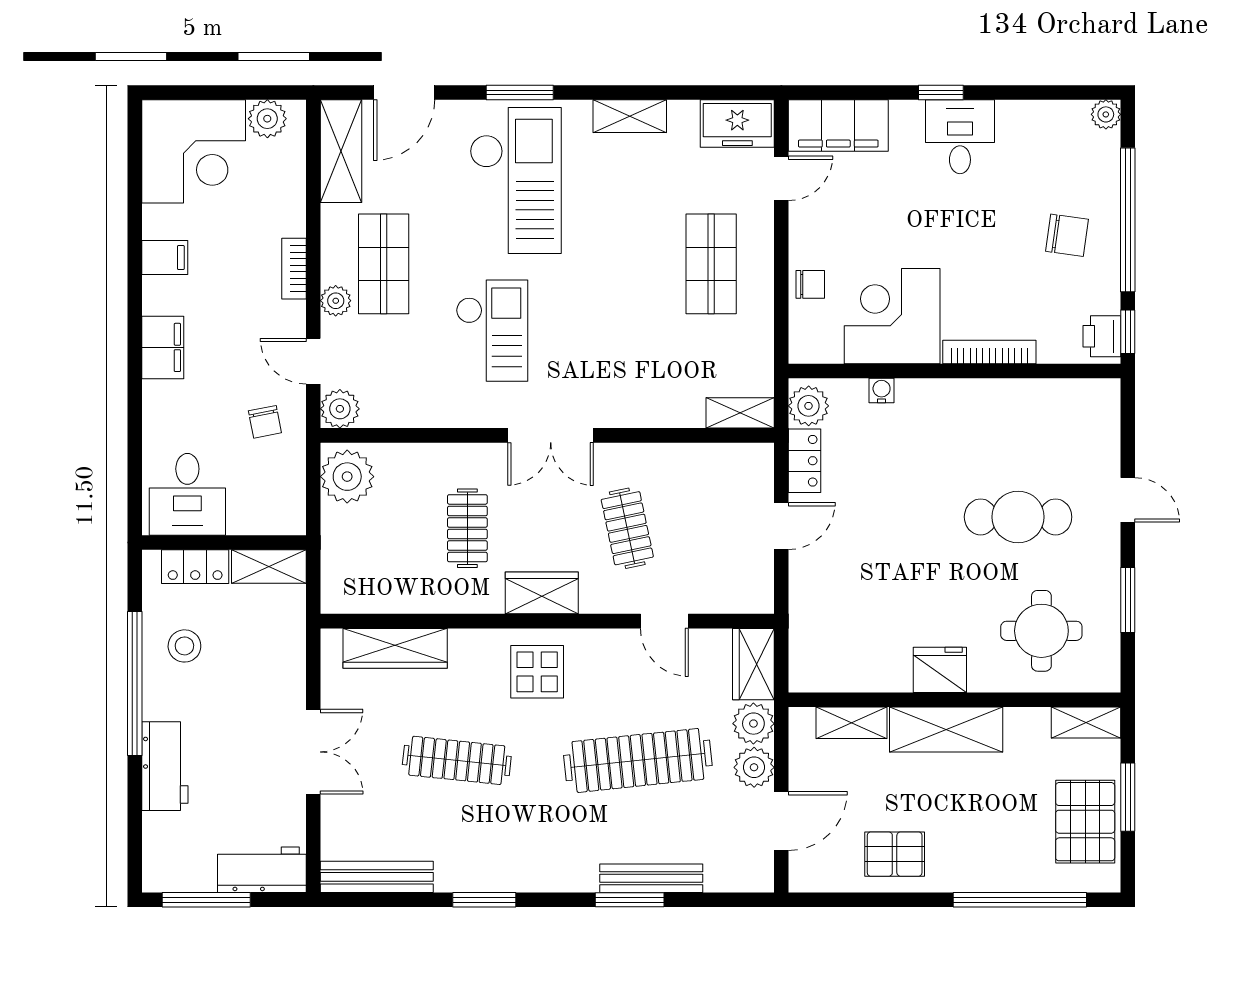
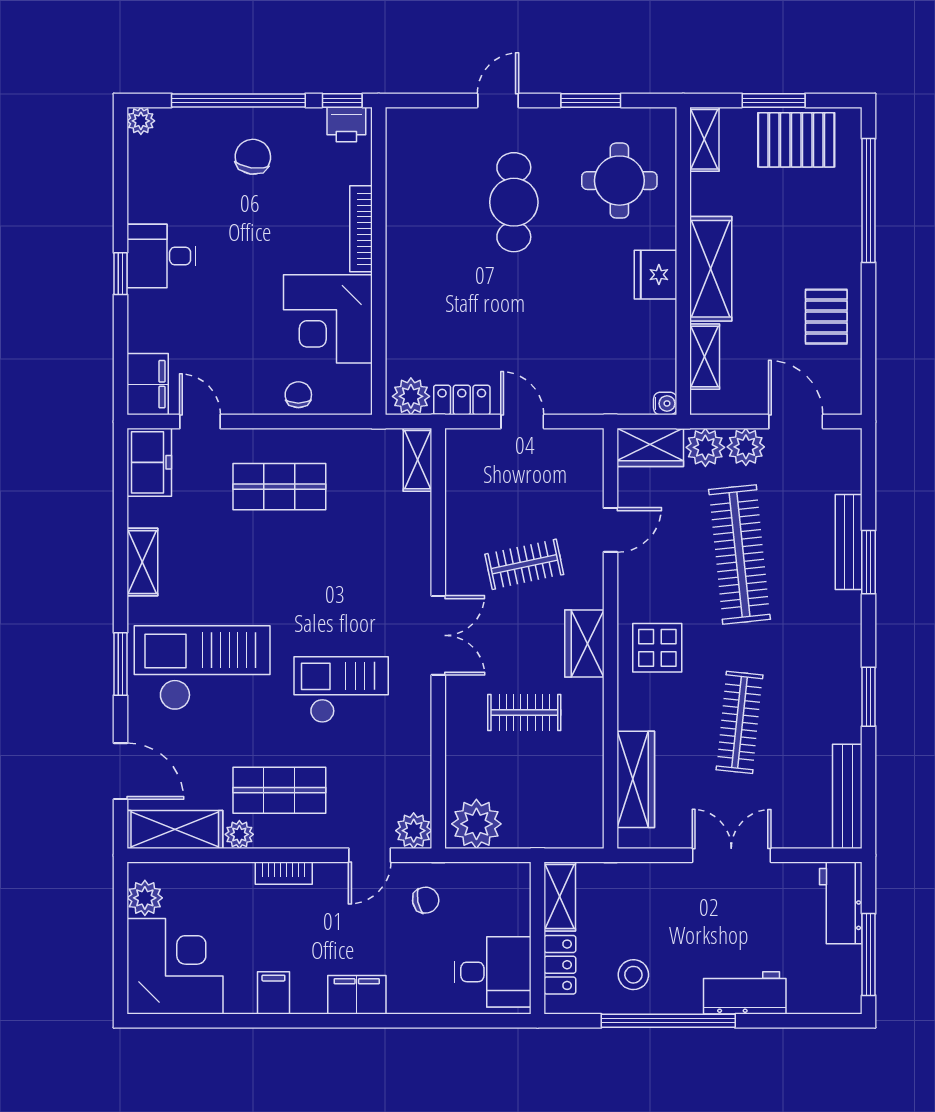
filing cabinet: (838, 125) -> (148, 384), width x0.67, depth x0.86
plant: (336, 301) -> (239, 834), moved
water cooler: (882, 391) -> (665, 403), moved, turned 180

